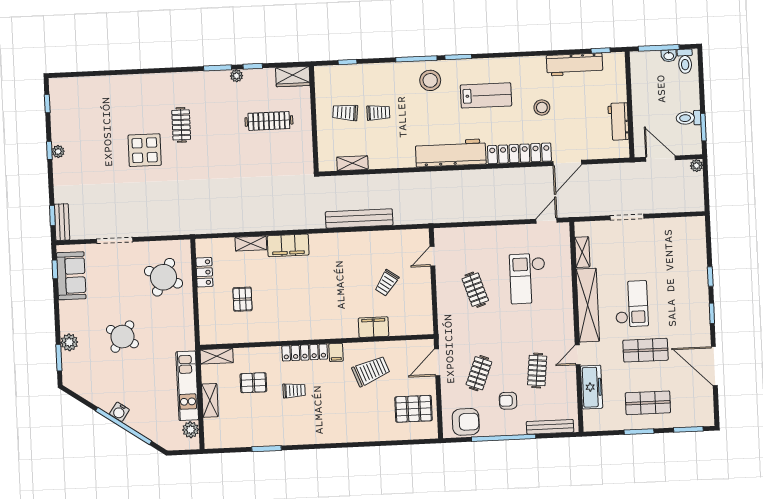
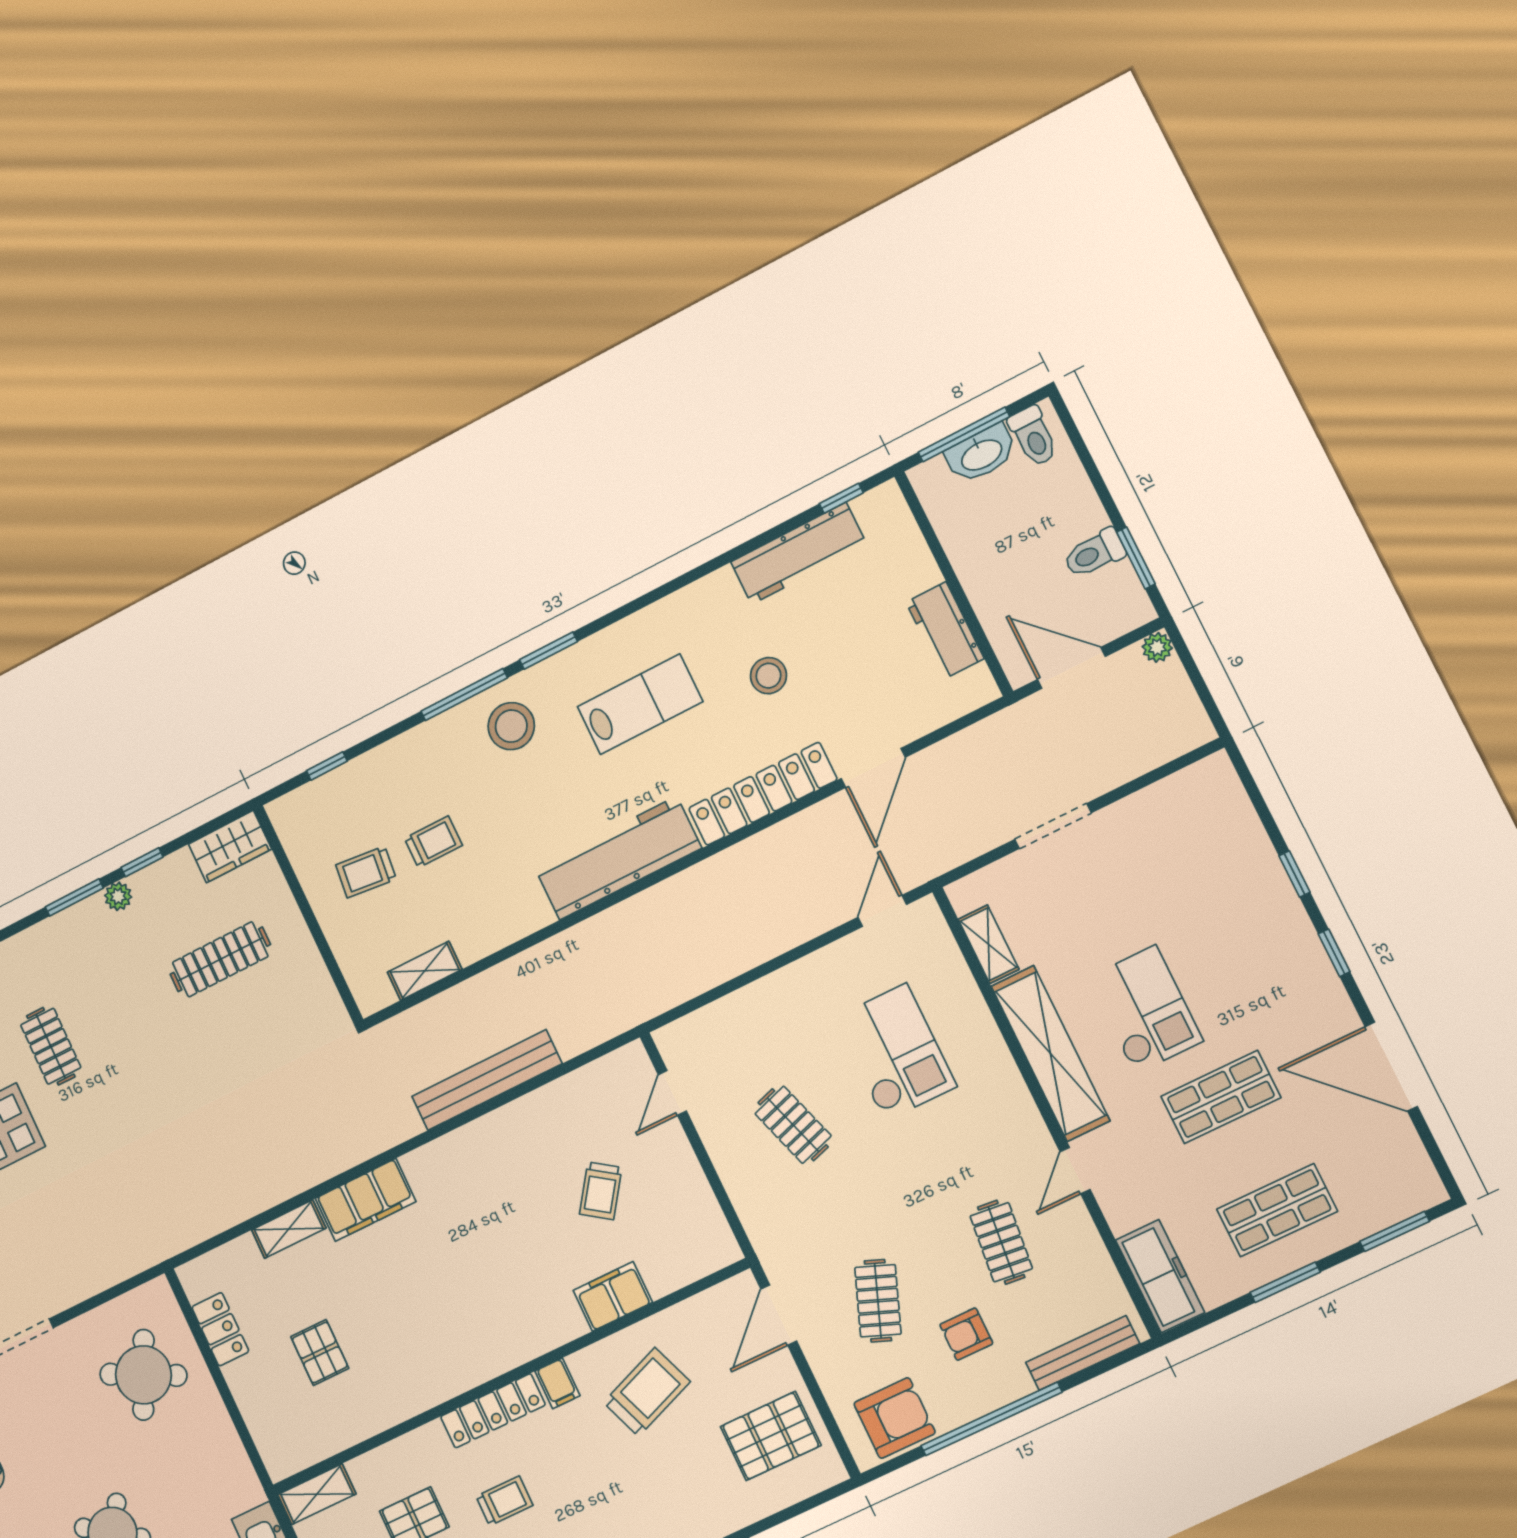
washbasin: (669, 56) -> (981, 454), width x1.91, depth x1.45
checkout: (528, 279) -> (895, 1052), turned 180
freezer: (592, 387) -> (1160, 1276), moved

